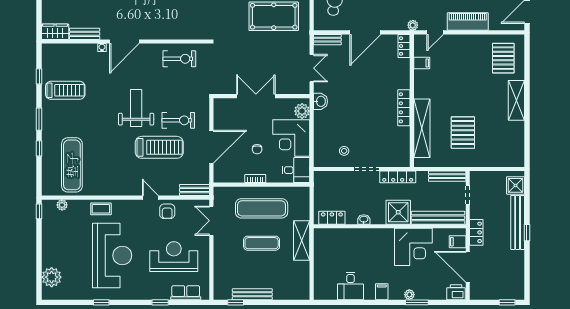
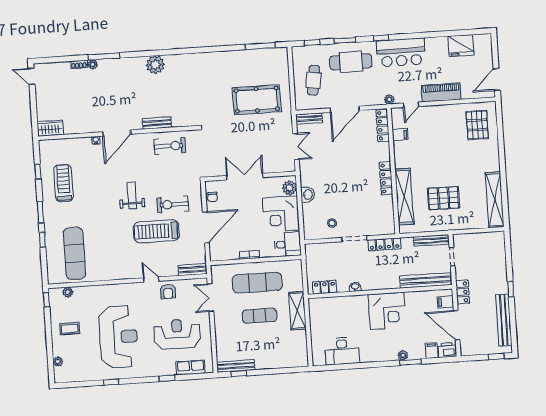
bench: (85, 34) -> (157, 123), moved
locker: (404, 46) -> (383, 125), width x1.53
treadmill: (65, 90) -> (64, 183), turned -90
shelving: (516, 100) -> (495, 200), moved, width x1.47
washbasin: (321, 101) -> (308, 195), moved
weight bench: (136, 108) -> (132, 195), width x0.73, depth x0.75
exercise bike: (178, 120) -> (173, 204), turned 180
pallet: (463, 133) -> (444, 198), turned 90
treadmill: (159, 147) -> (156, 231), turned 180
chair: (257, 149) -> (212, 197), moved
shower: (516, 185) -> (497, 245), removed
coffee table: (101, 209) -> (70, 329), moved
shower: (398, 212) -> (387, 278), removed
bench: (518, 222) -> (504, 320), moved
corner desk: (413, 247) -> (387, 311), moved
plant: (52, 277) -> (58, 362), width x0.53, depth x0.53
desk: (351, 286) -> (342, 351), width x1.37
filing cabinet: (382, 292) -> (432, 351), moved
bench: (252, 294) -> (236, 366), moved

